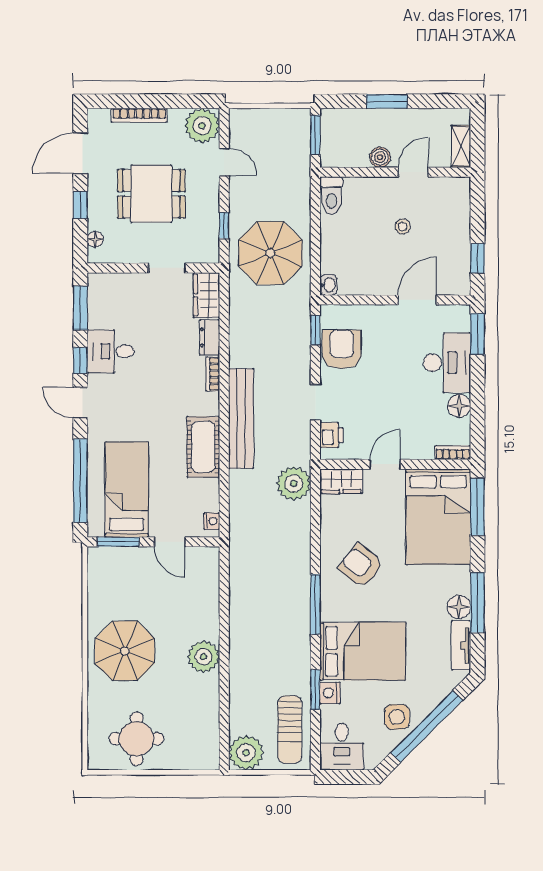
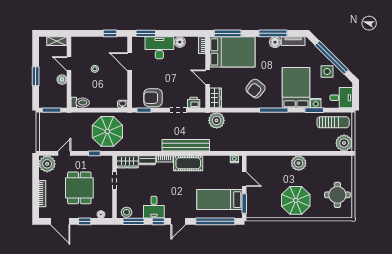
stool: (100, 293) -> (127, 212), added
cot: (203, 447) -> (188, 163), moved
door: (170, 542) -> (244, 179), hinge flipped

